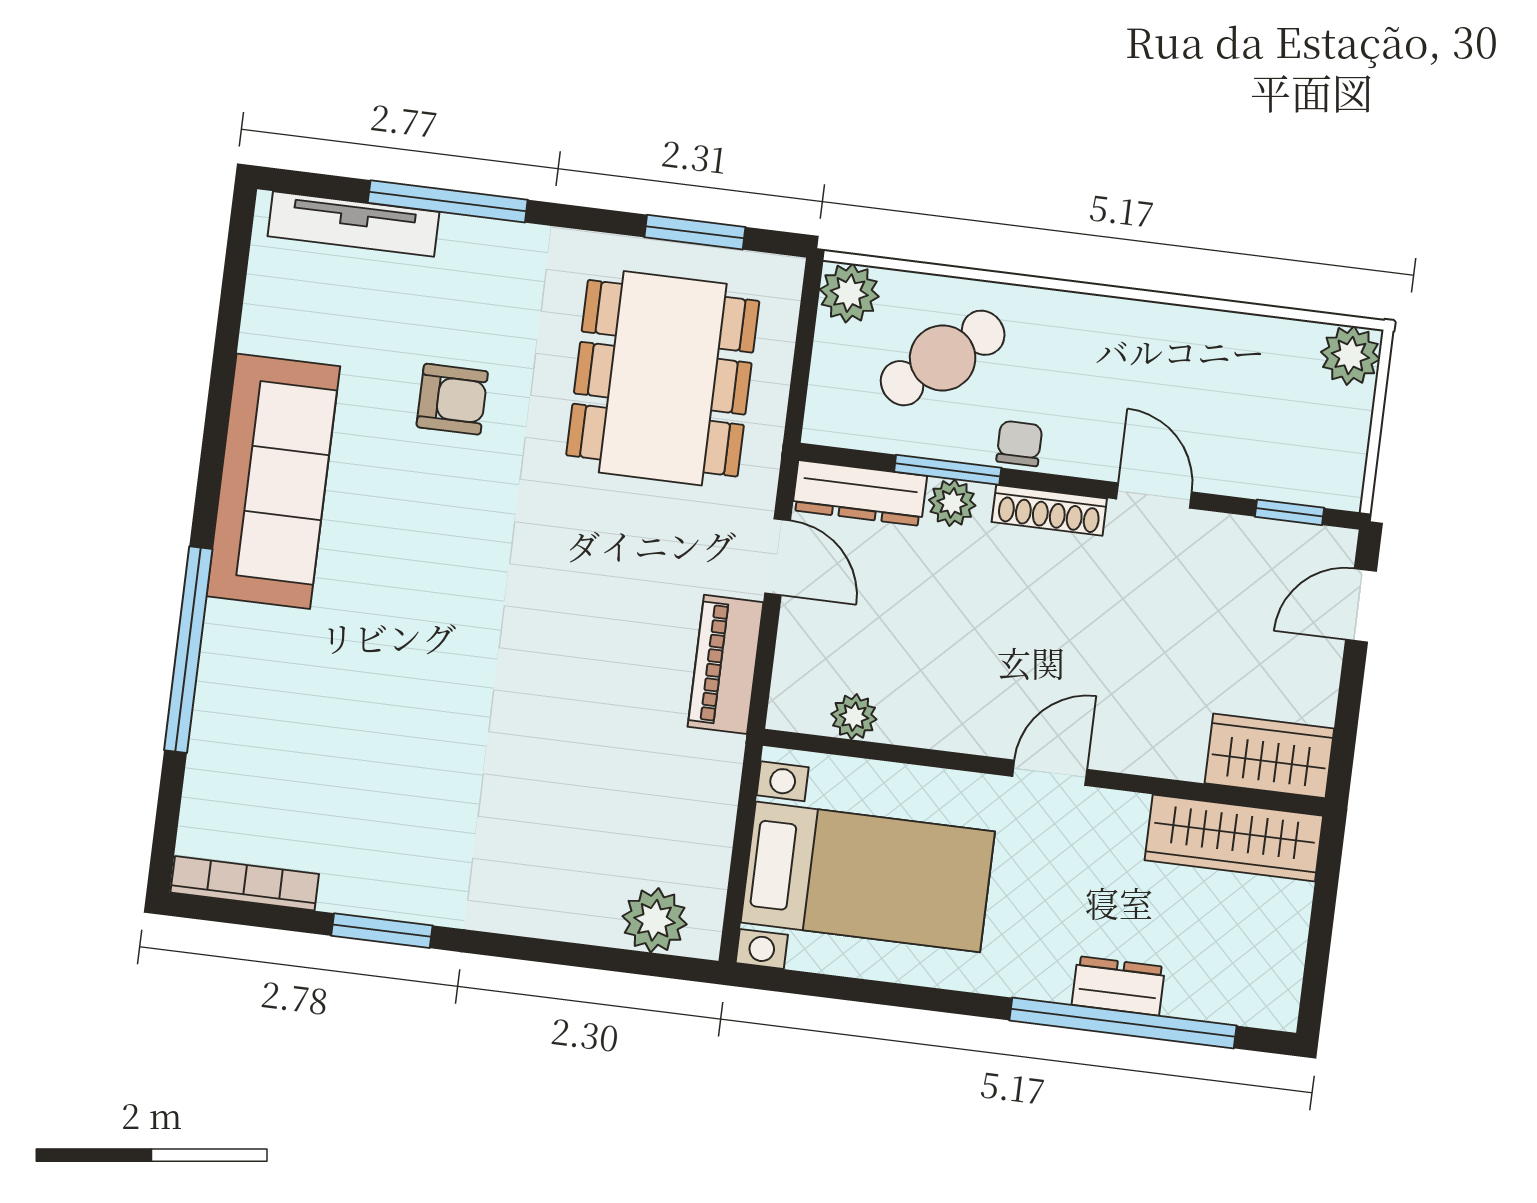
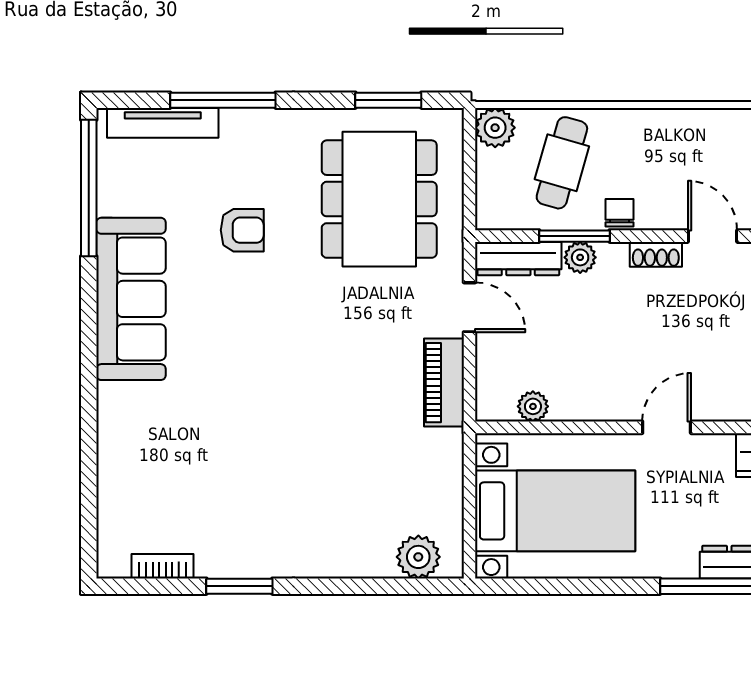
cafe table: (943, 358) -> (562, 163), turned -35
shoe rack: (1049, 510) -> (656, 254), width x0.70
window: (188, 650) -> (89, 188), moved
bookcase: (245, 883) -> (163, 566), width x0.64

